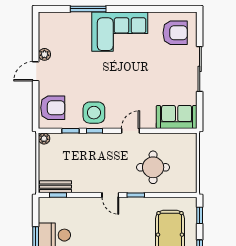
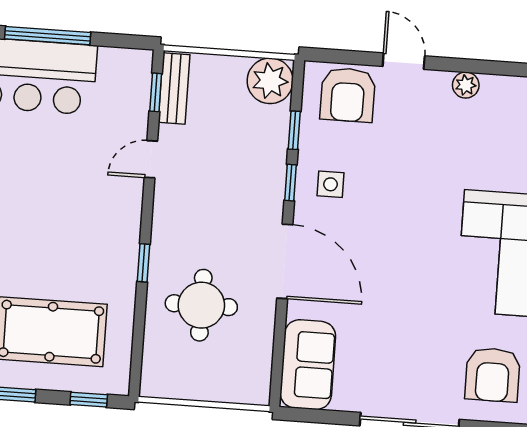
door: (36, 71) -> (404, 61), moved
side table: (94, 113) -> (330, 184), width x0.54, depth x0.54
door: (130, 131) -> (285, 261), width x1.87
plant: (44, 139) -> (270, 81), width x1.88, depth x1.88
door: (110, 195) -> (151, 159), moved

